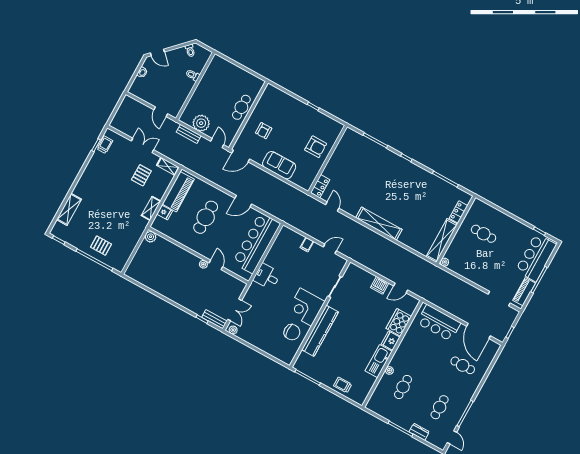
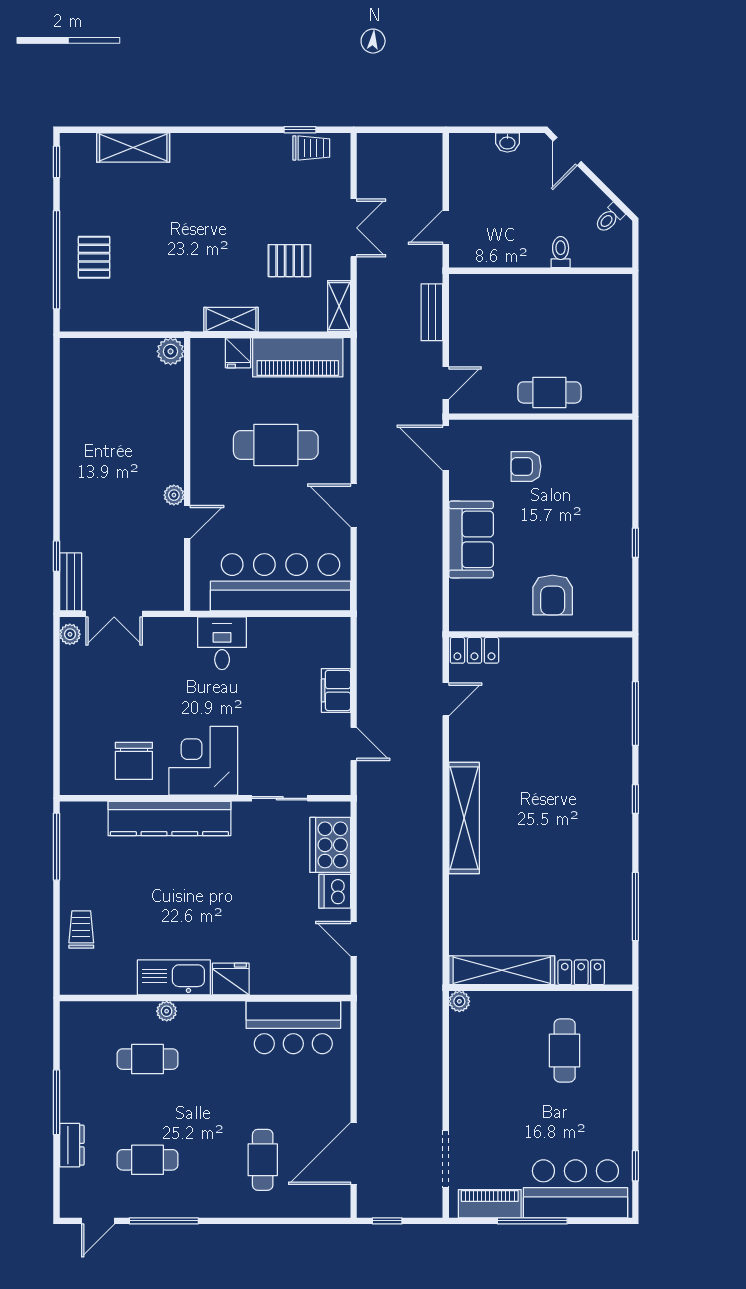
plant: (201, 123) -> (469, 326), removed
filing cabinet: (307, 245) -> (336, 690), width x2.00
cooker: (399, 322) -> (330, 845), moved, turned -90
bar counter: (439, 323) -> (293, 1027), moved, turned -90

